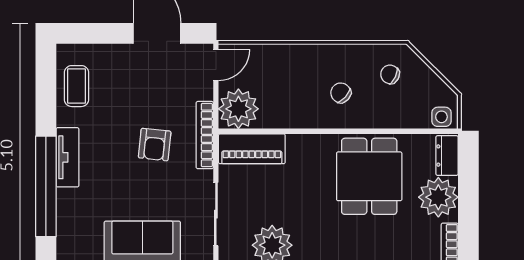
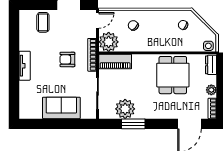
coffee table: (76, 86) -> (43, 22), moved
chair: (341, 93) -> (133, 25), moved
armchair: (155, 145) -> (67, 59), turned 84
window: (46, 186) -> (14, 80), removed
plant: (438, 197) -> (211, 90), width x0.53, depth x0.53

